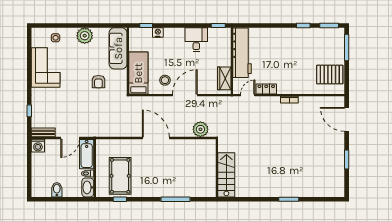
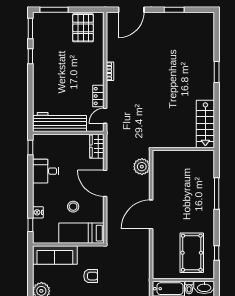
wardrobe: (224, 78) -> (97, 146), moved, turned 90
stool: (165, 80) -> (73, 207), moved
door: (248, 95) -> (105, 116), hinge flipped
stairs: (226, 175) -> (205, 124), moved, turned -90
pool table: (120, 176) -> (192, 253), turned 90

